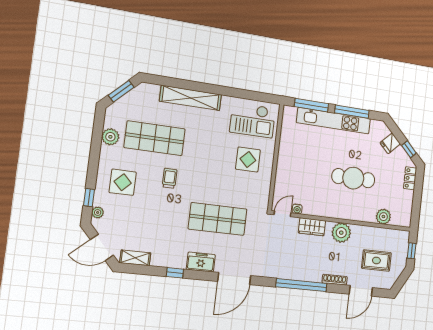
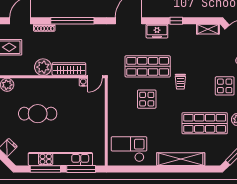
display table: (248, 159) -> (147, 99), moved
trolley: (170, 178) -> (180, 82), moved
wardrobe: (312, 227) -> (69, 69), width x1.50

